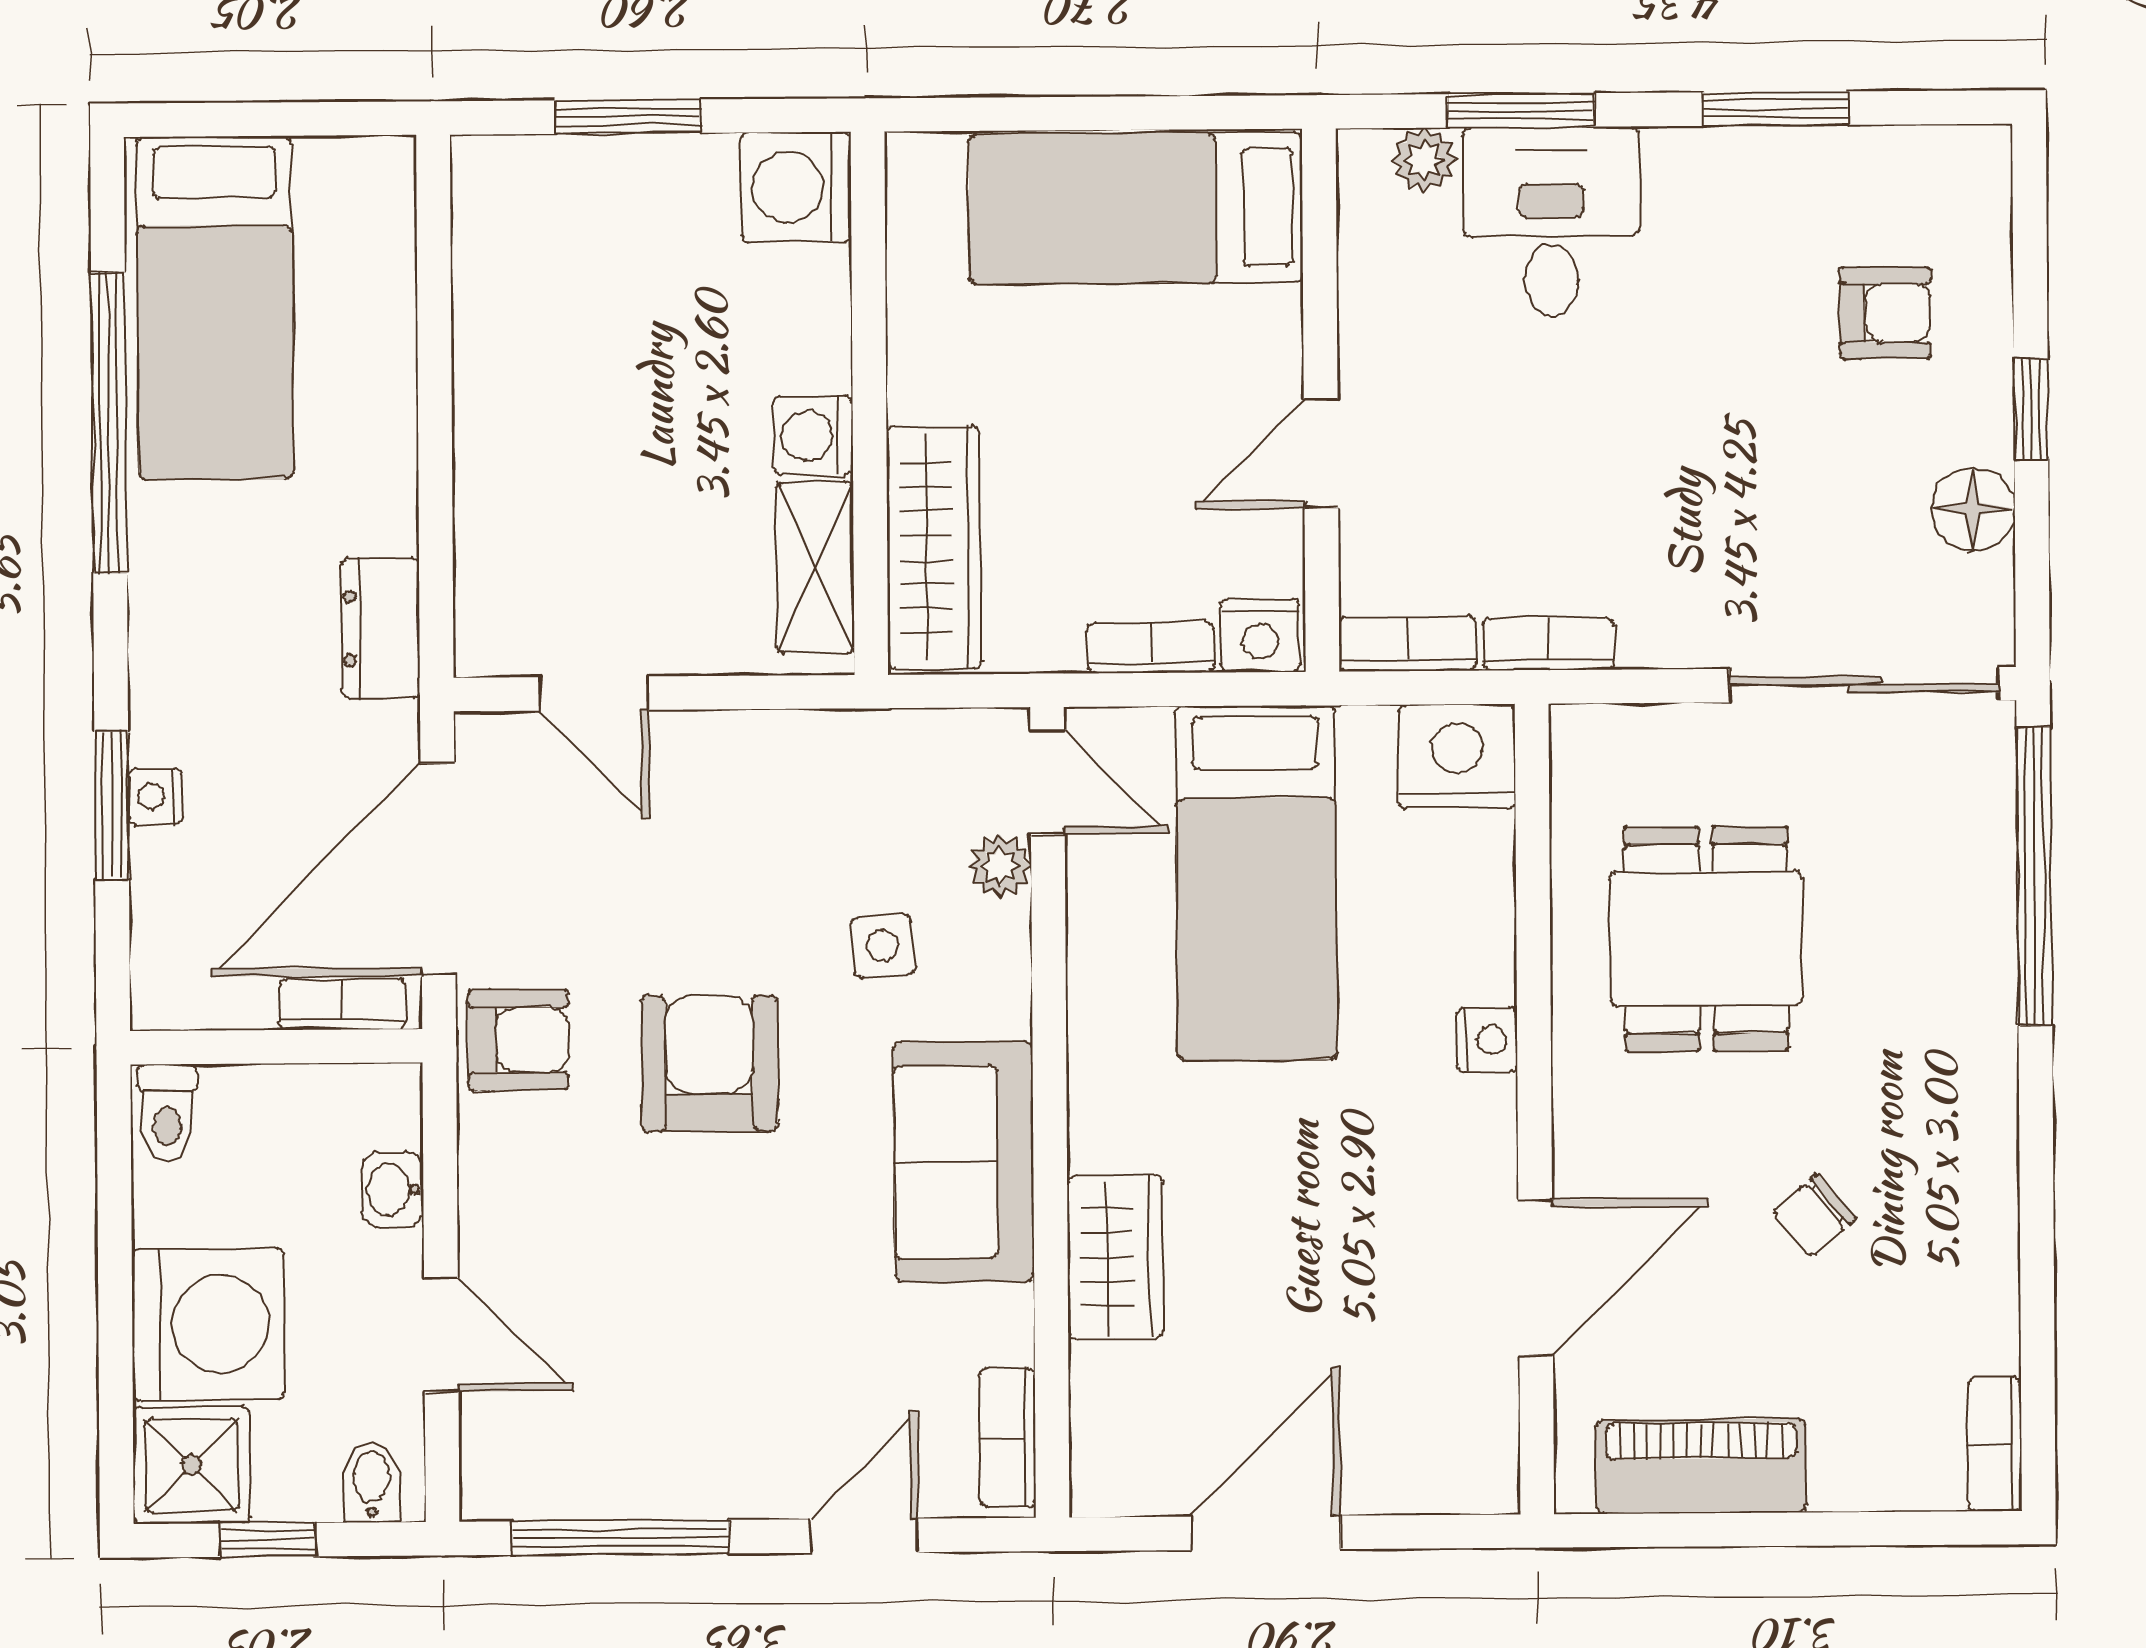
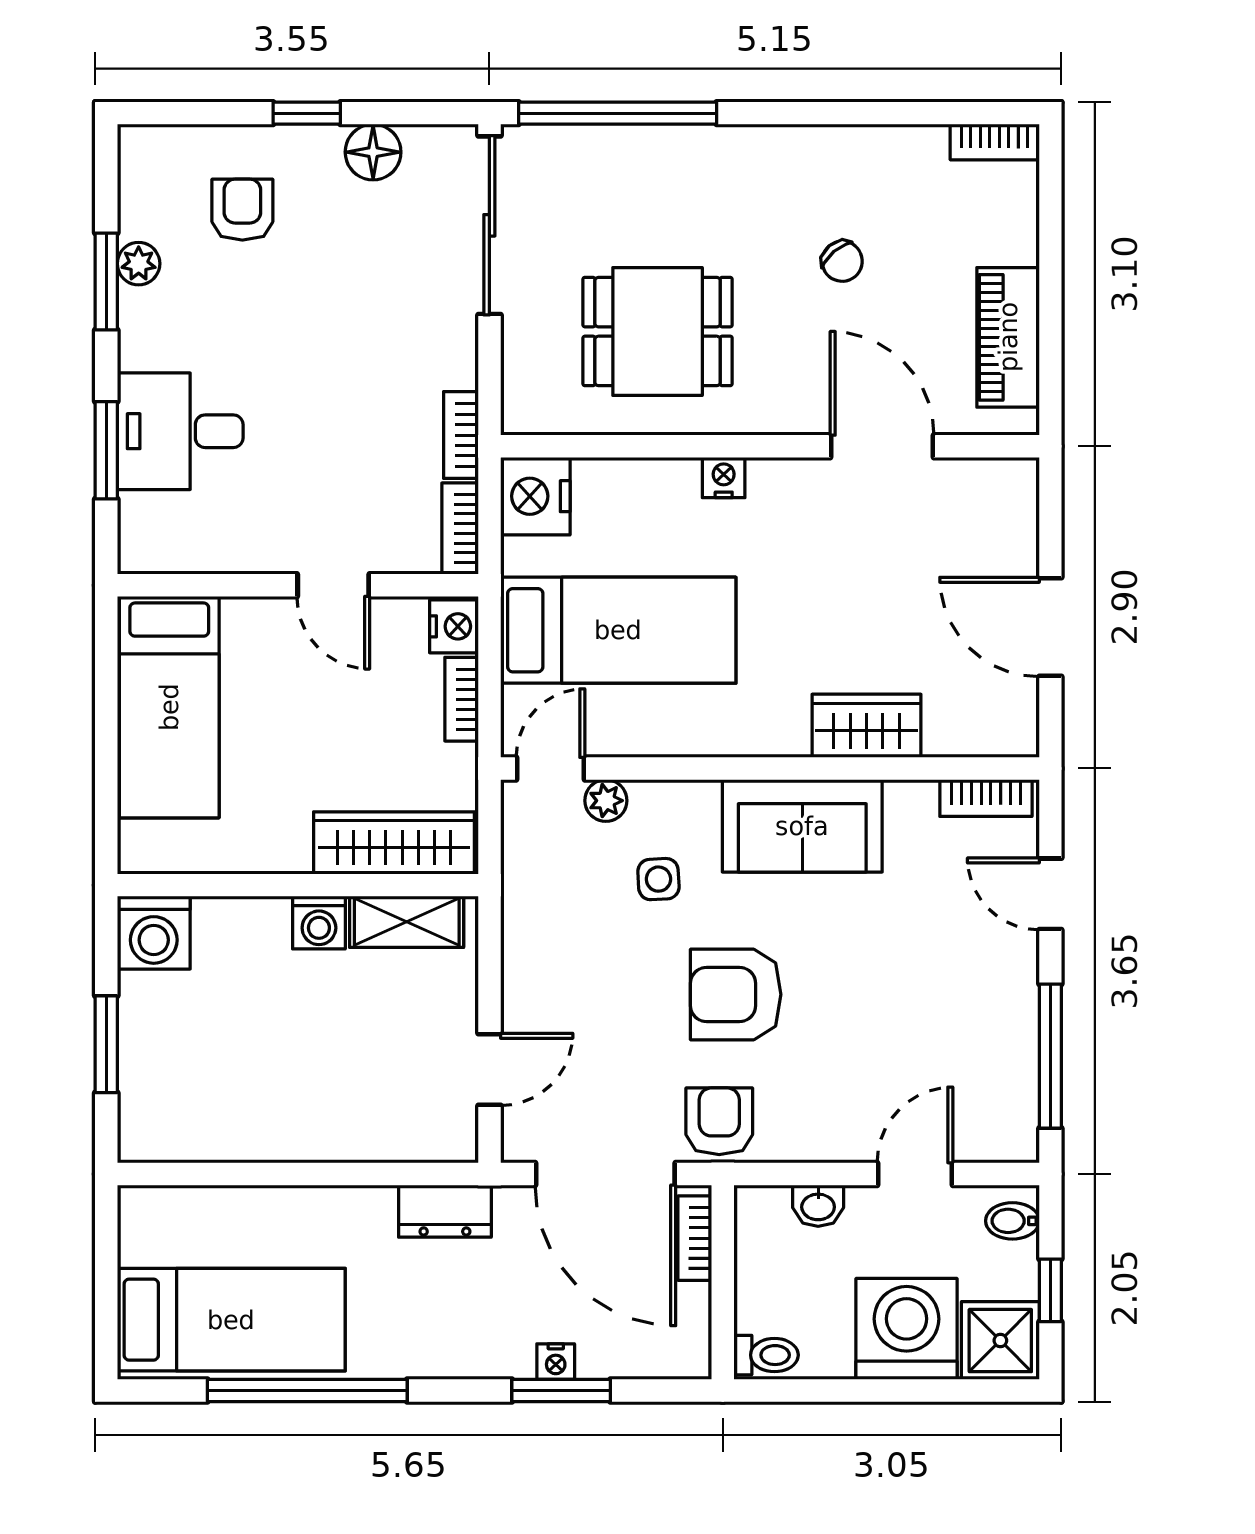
plant: (1424, 160) -> (139, 264), moved

